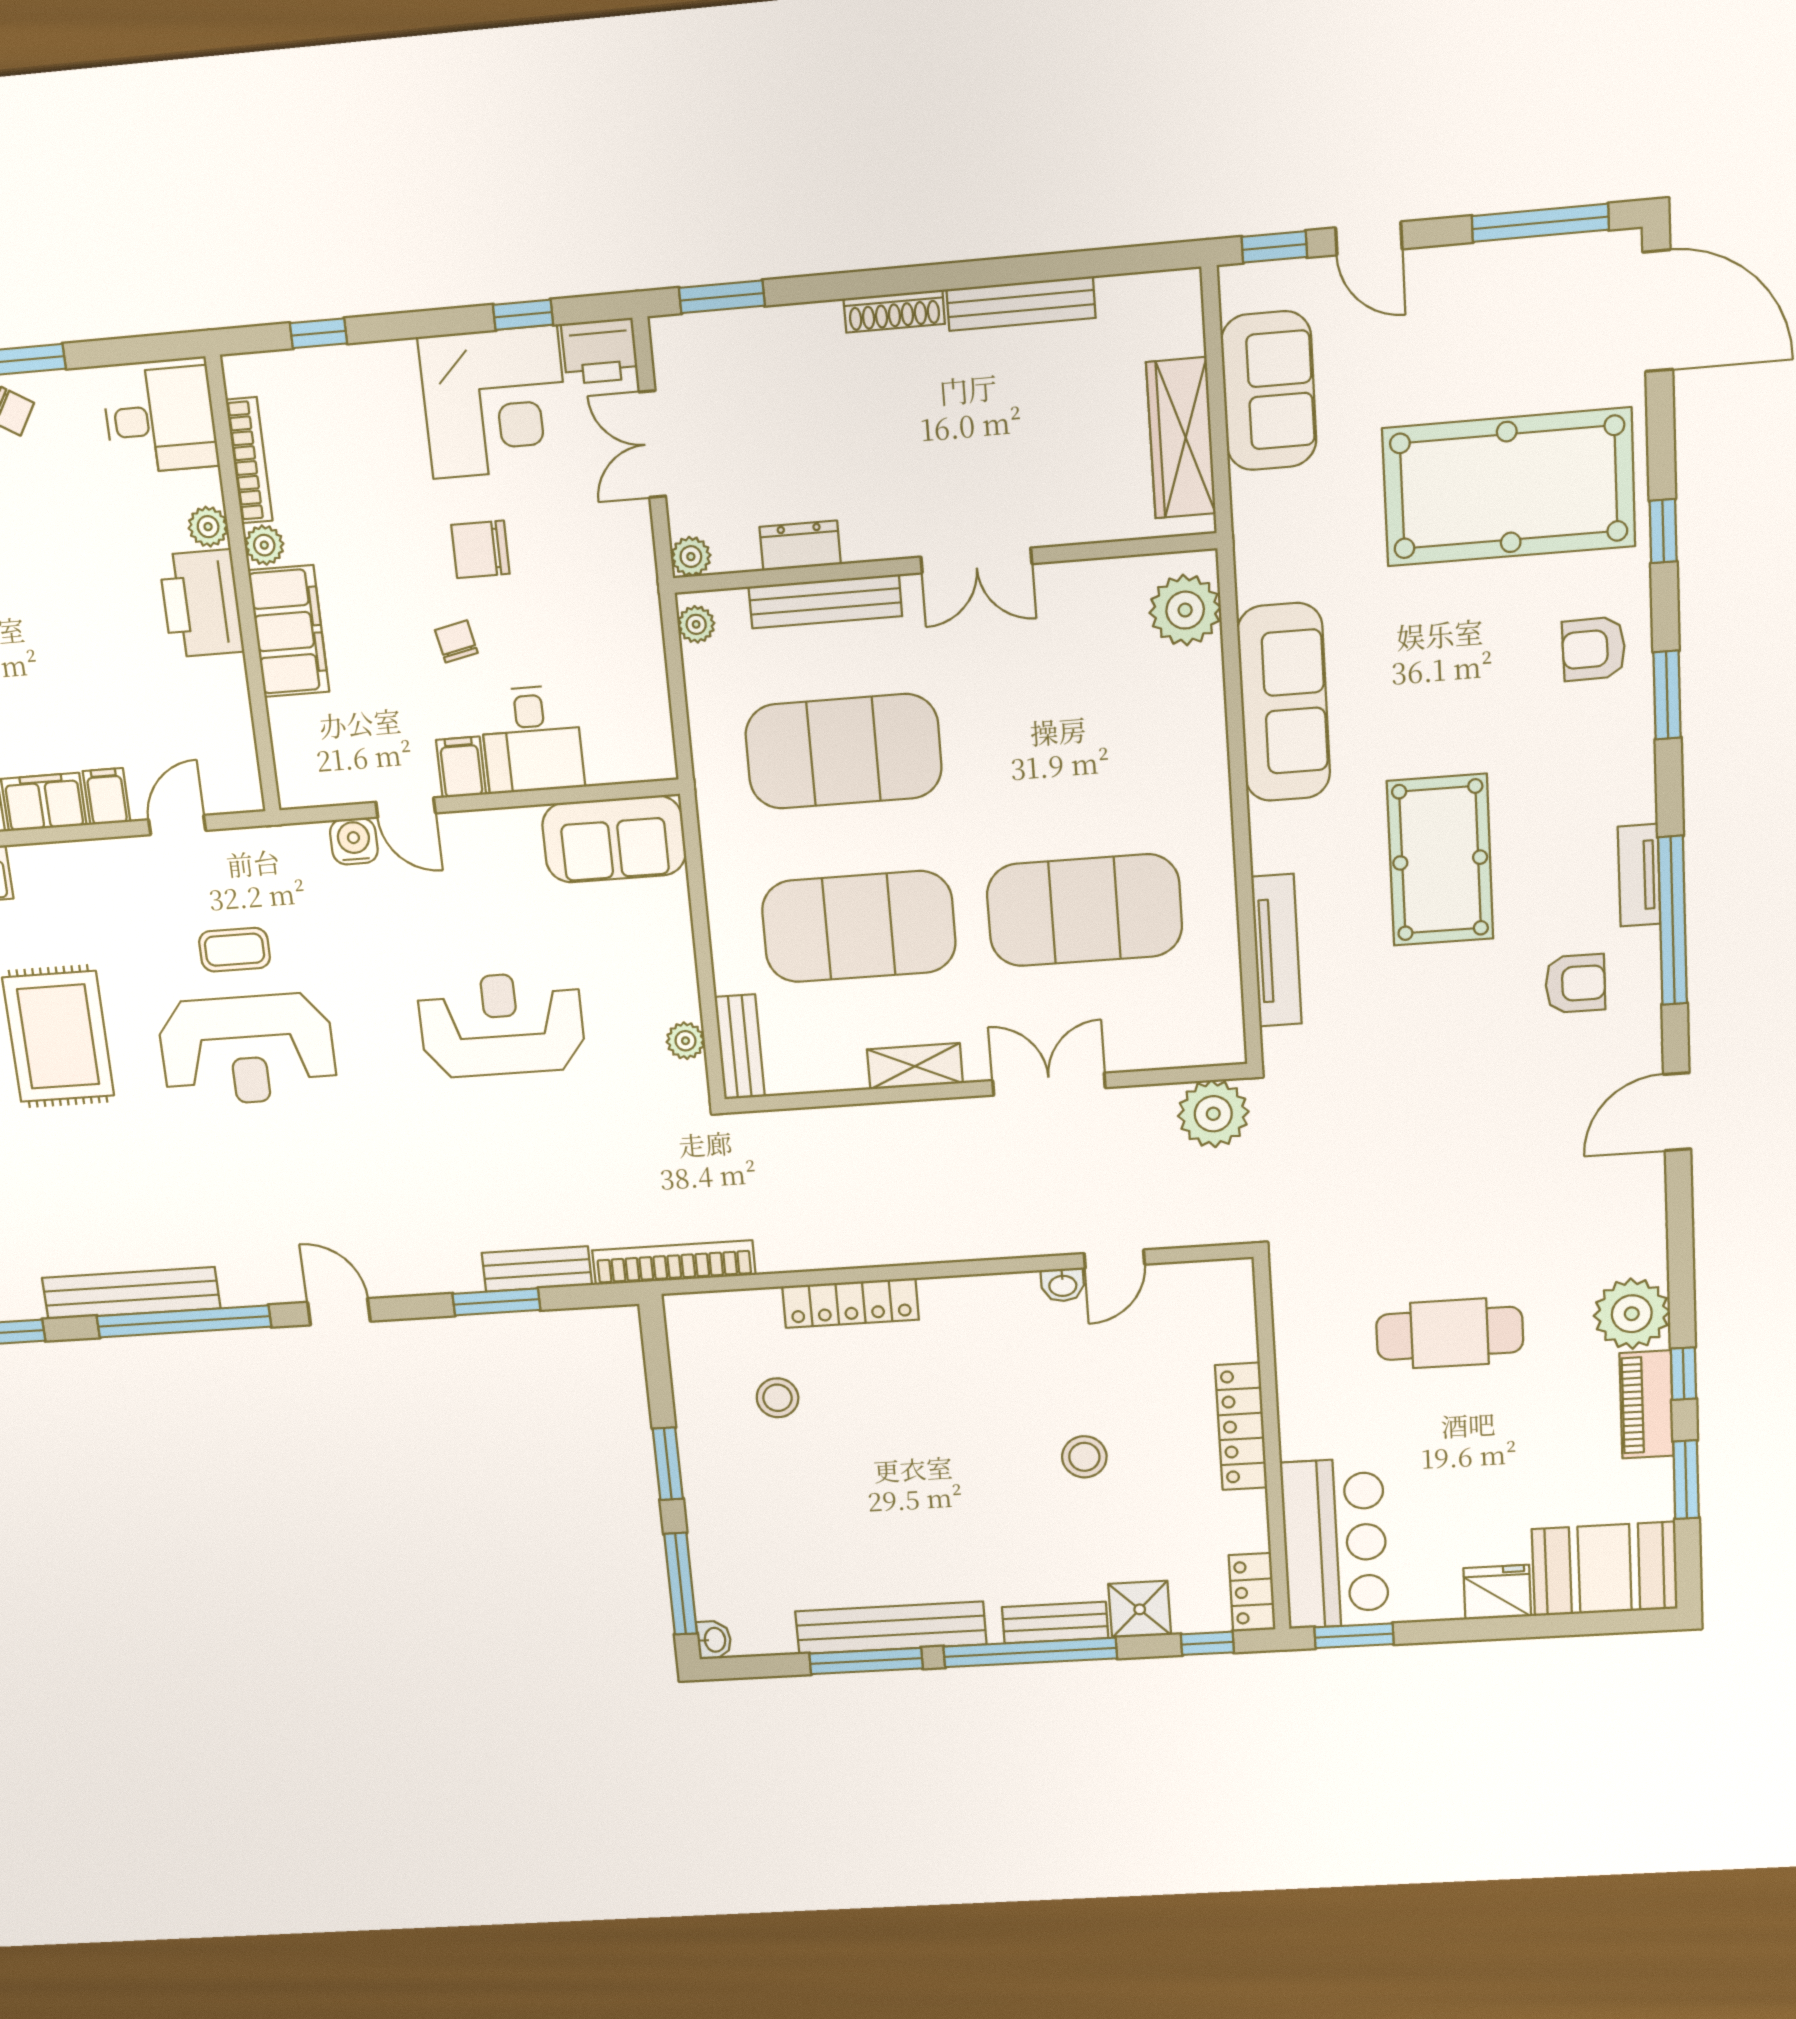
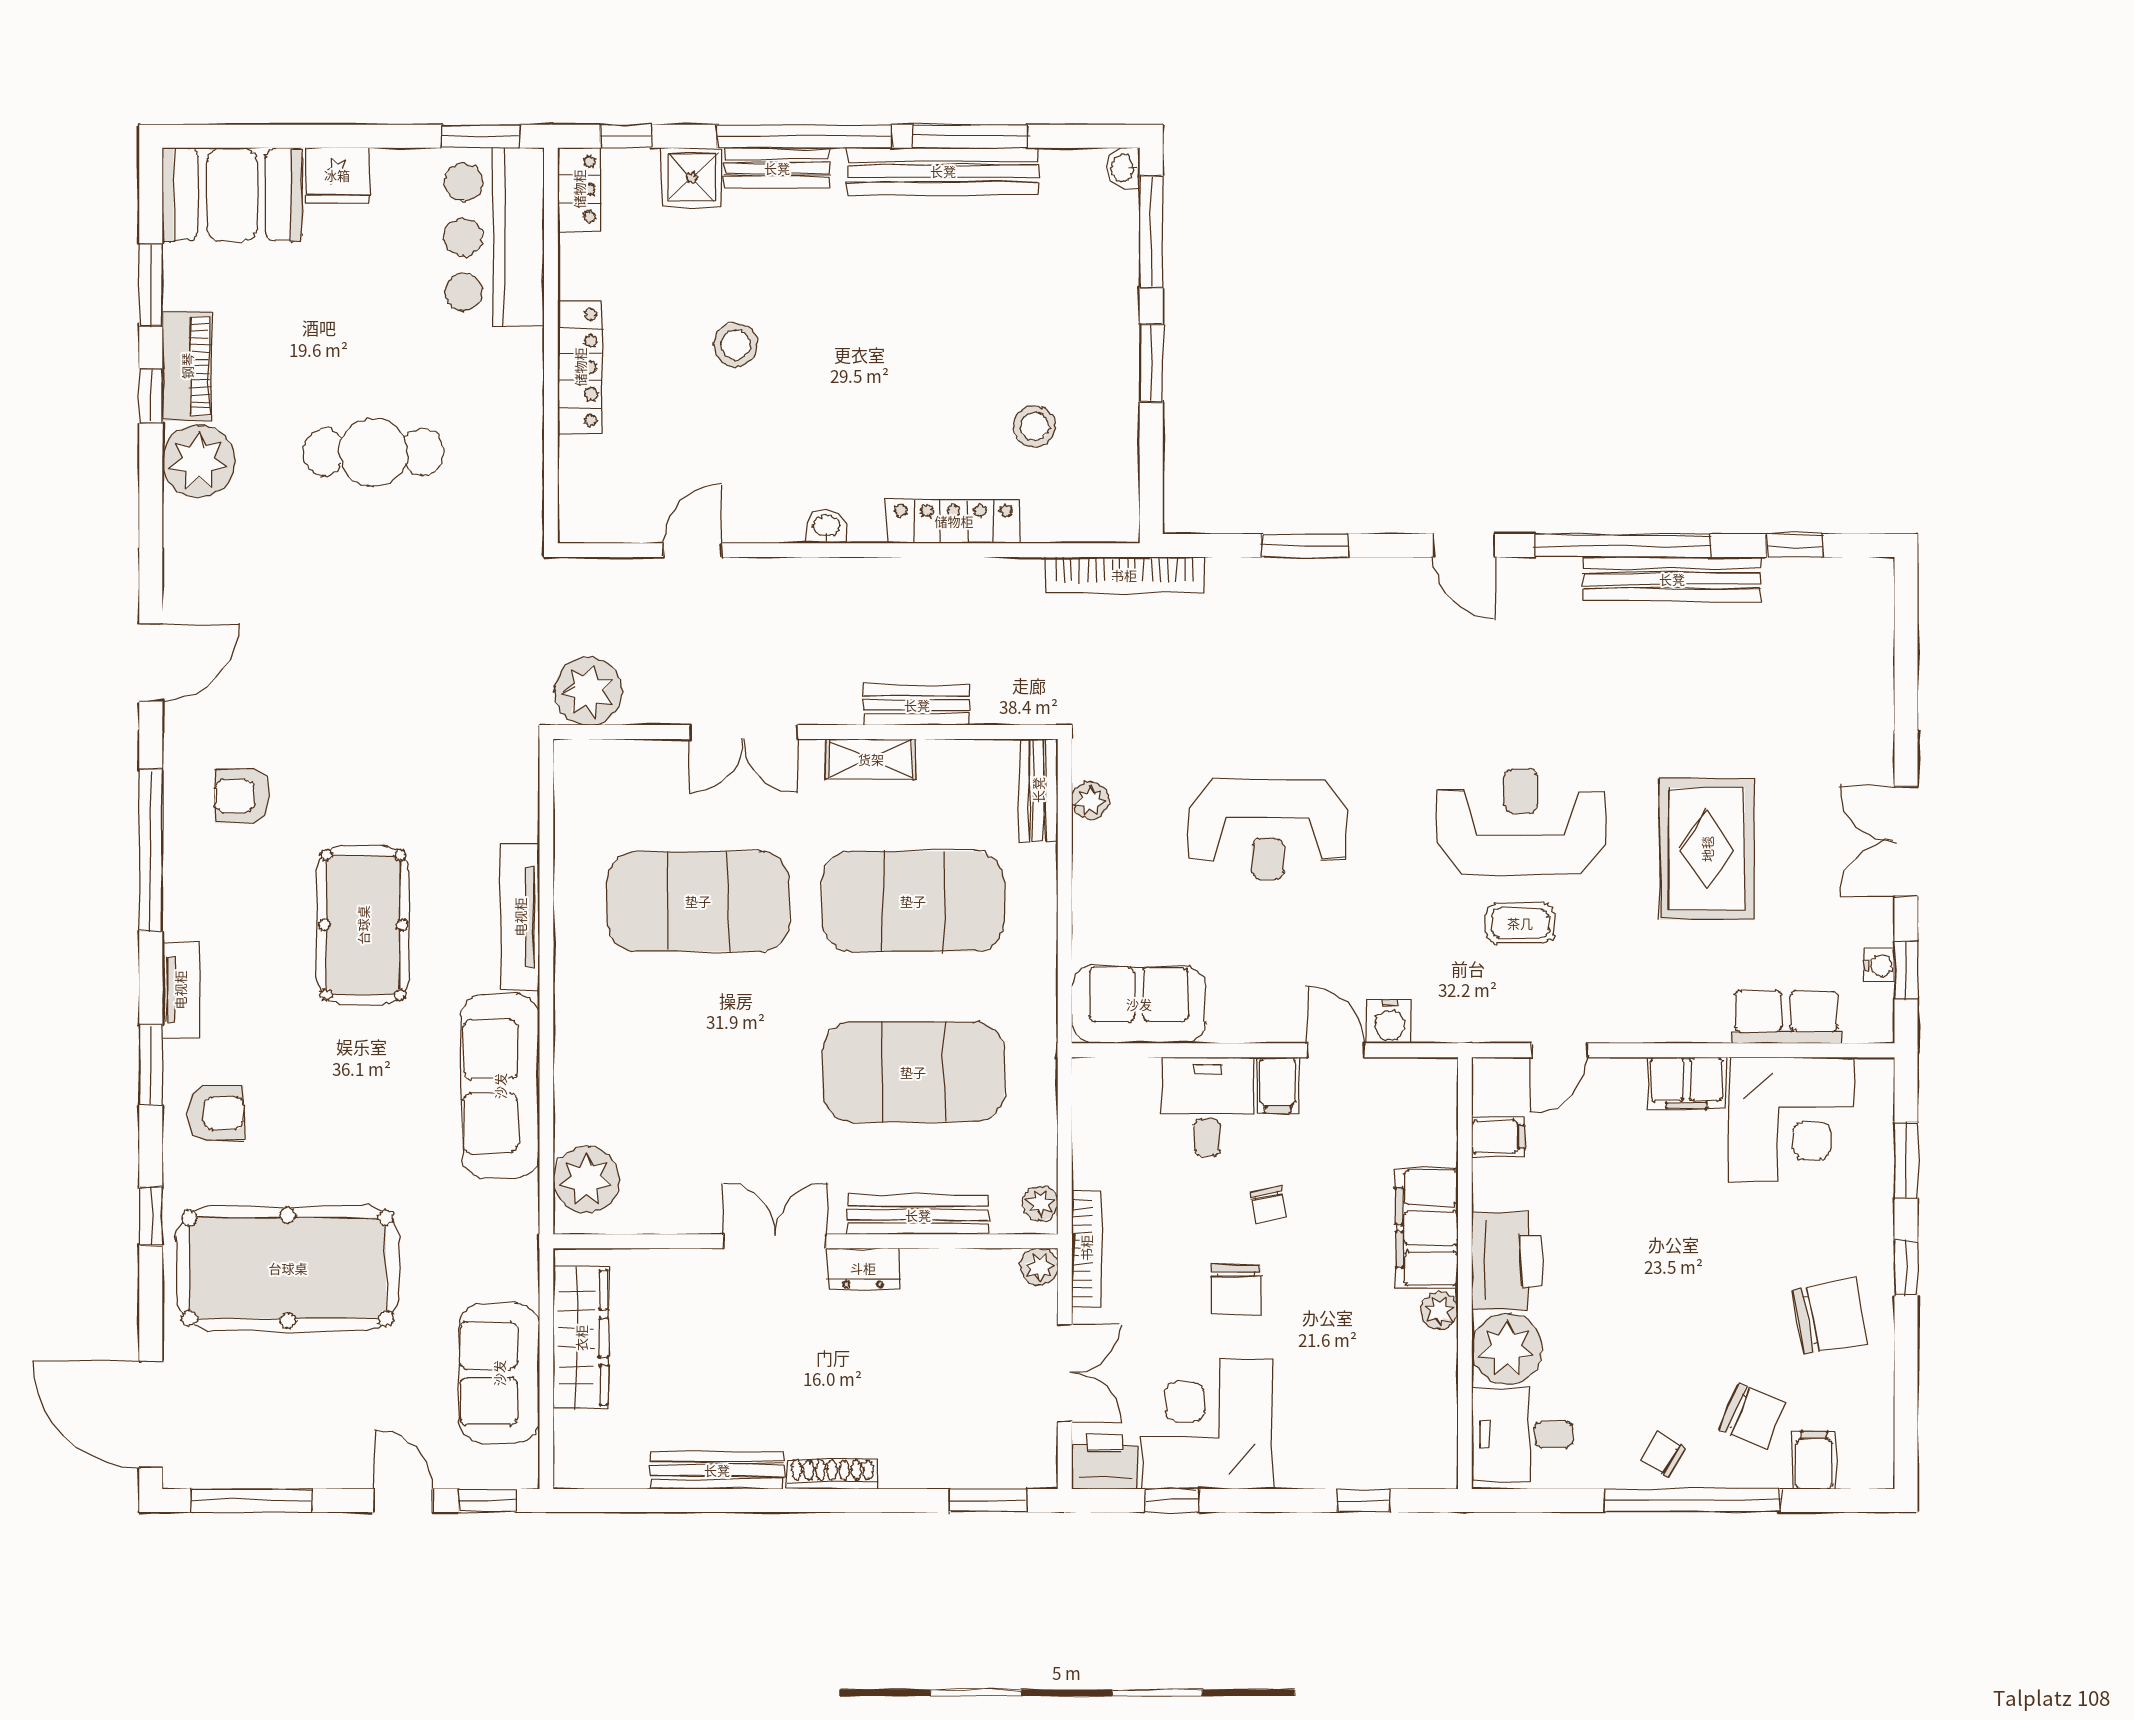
bookcase: (249, 460) -> (1086, 1248), moved, turned 180
plant: (208, 527) -> (1507, 1349), width x1.87, depth x1.87
dresser: (800, 546) -> (863, 1268), moved
chair: (480, 549) -> (1236, 1290), turned 90
filing cabinet: (107, 796) -> (1498, 1137), moved, turned -90
tv unit: (1639, 875) -> (180, 990), moved
tv unit: (1277, 950) -> (520, 917), moved
bench: (537, 1269) -> (917, 705), moved
washbasin: (1063, 1285) -> (826, 527), moved

